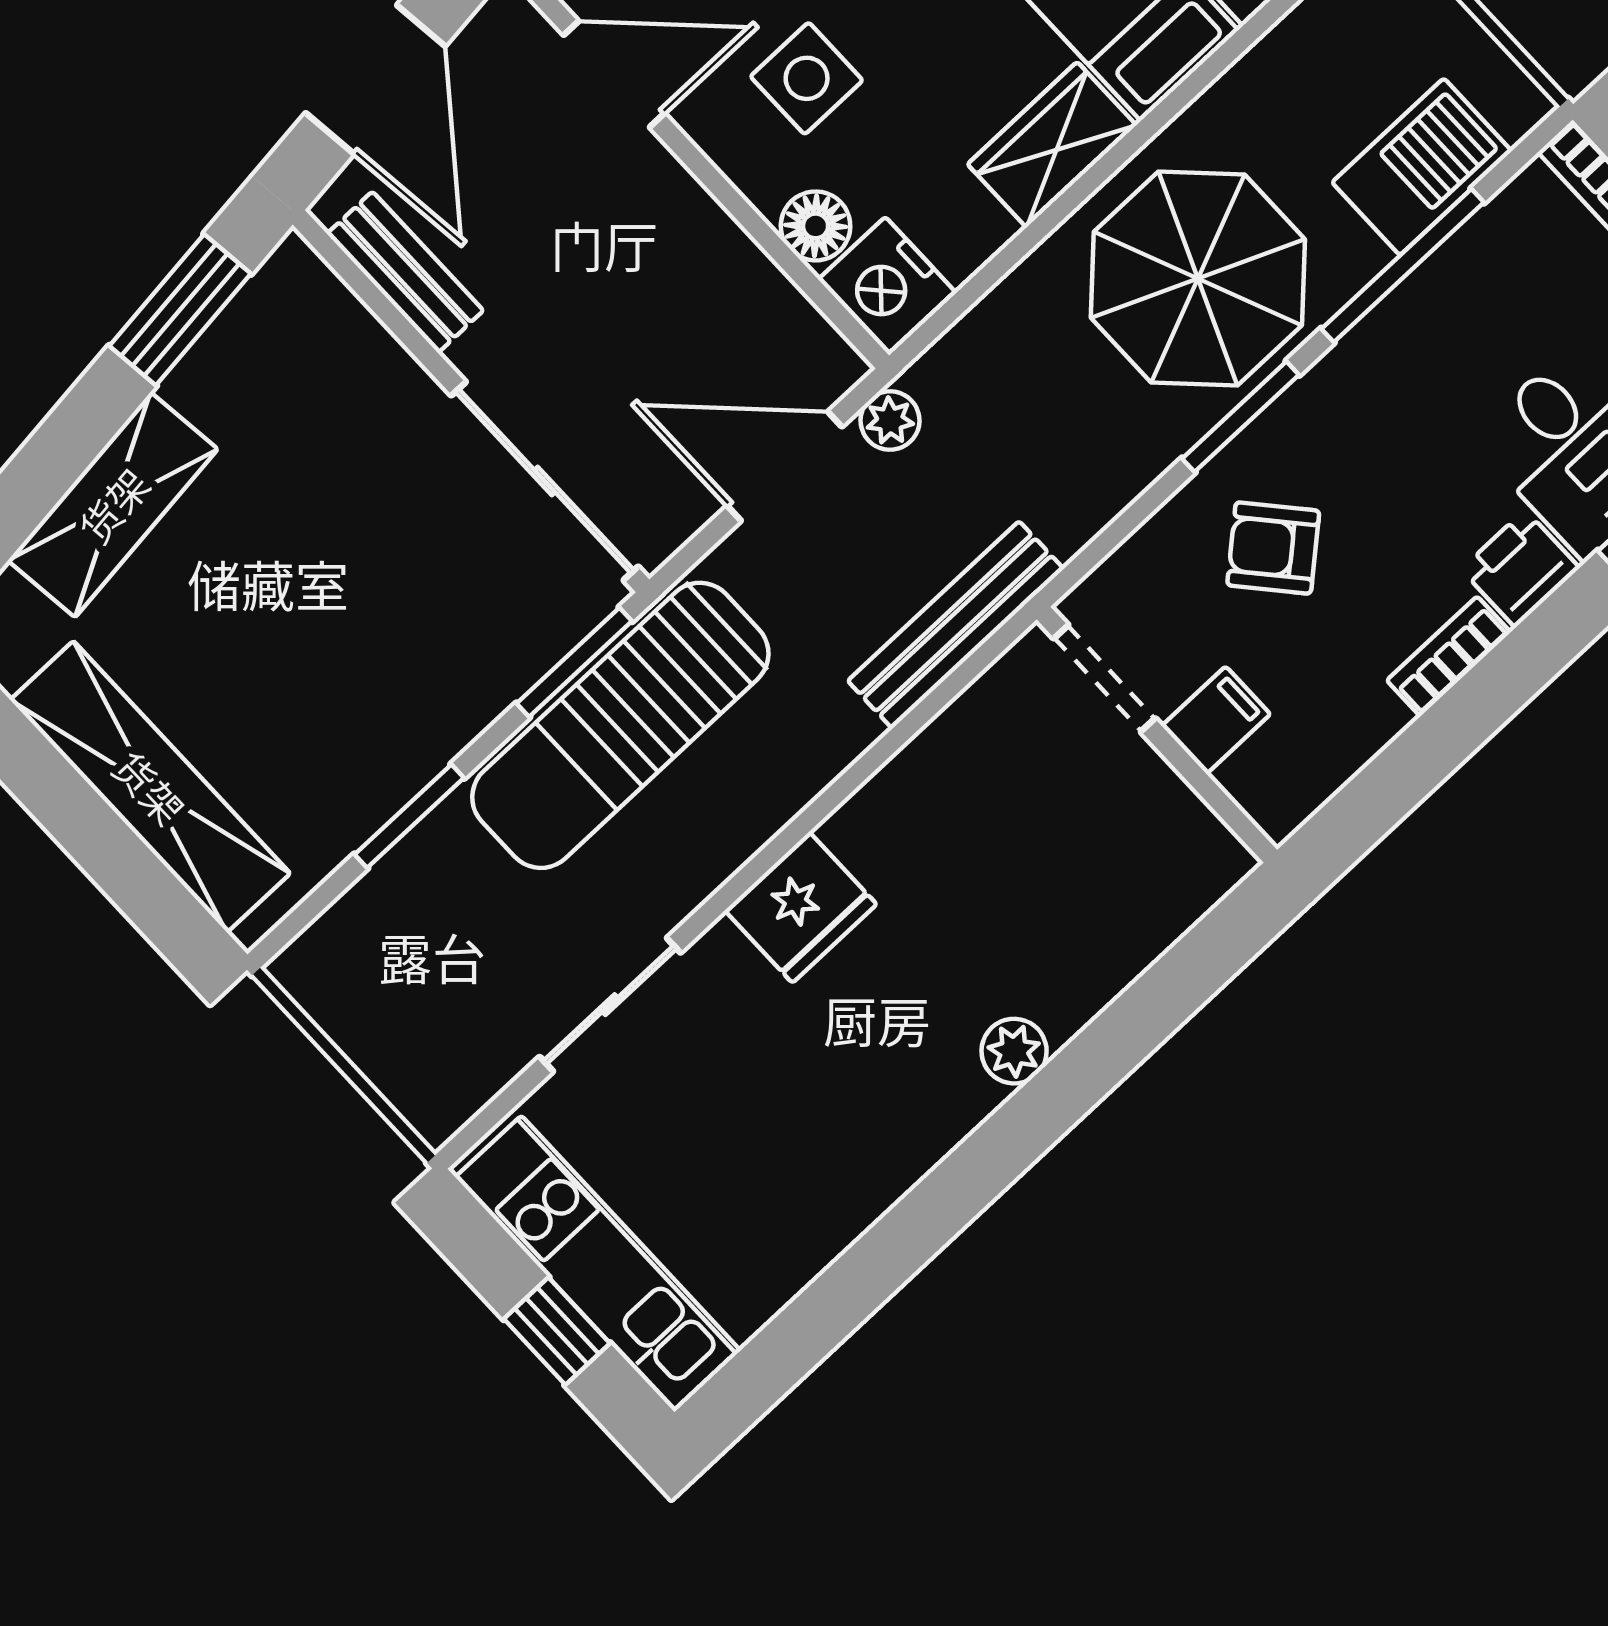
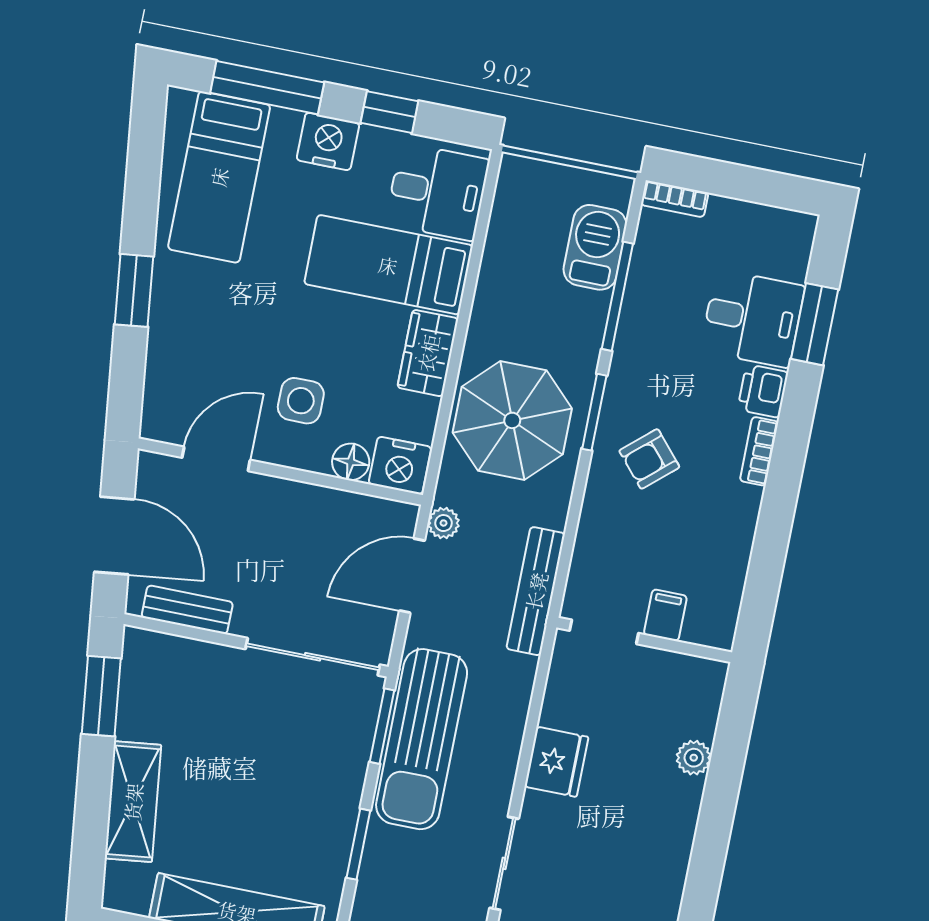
parasol: (1198, 279) -> (512, 420), moved
doorway: (1105, 678) -> (604, 632), moved
filing cabinet: (1216, 720) -> (665, 615), moved
wall: (1157, 735) -> (644, 640), moved

